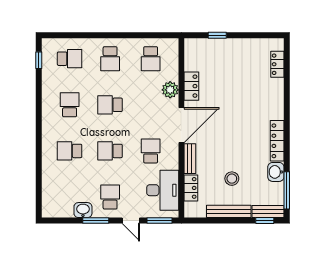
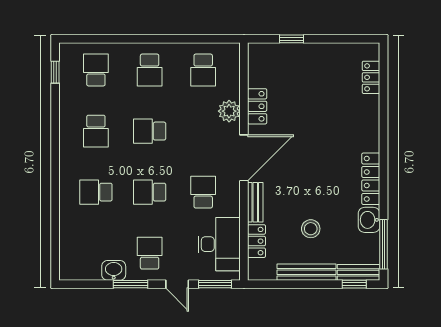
school desk: (70, 59) -> (96, 70), turned -90
school desk: (70, 105) -> (96, 131), turned 180

